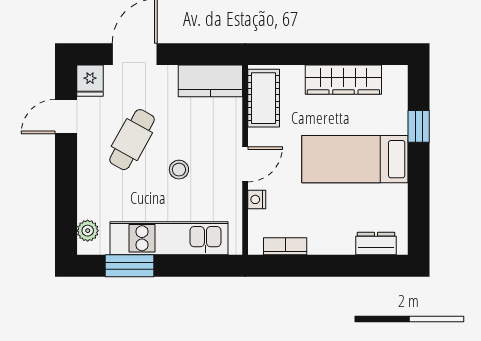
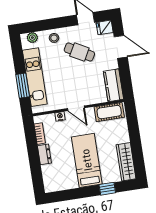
wardrobe: (343, 80) -> (126, 162), moved
stool: (179, 170) -> (54, 38), moved
dresser: (376, 243) -> (44, 154), moved
window: (129, 266) -> (23, 86), moved

